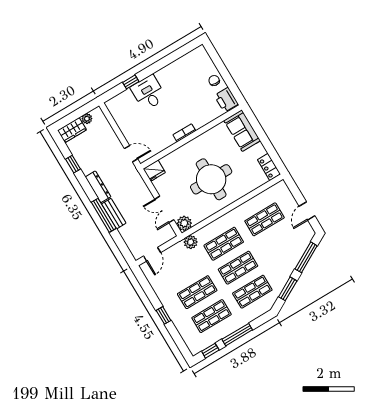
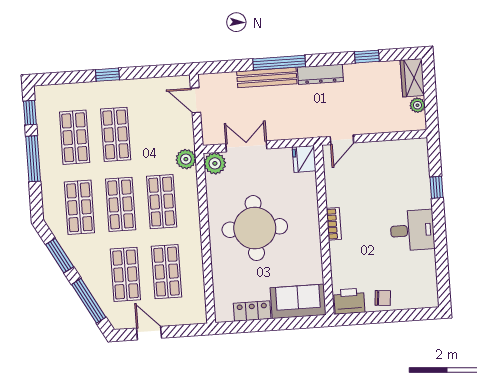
desk: (148, 93) -> (412, 230), moved
locker: (269, 167) -> (252, 311), moved
bench: (114, 214) -> (267, 78), width x1.36
shop shelf: (279, 243) -> (125, 274), added

